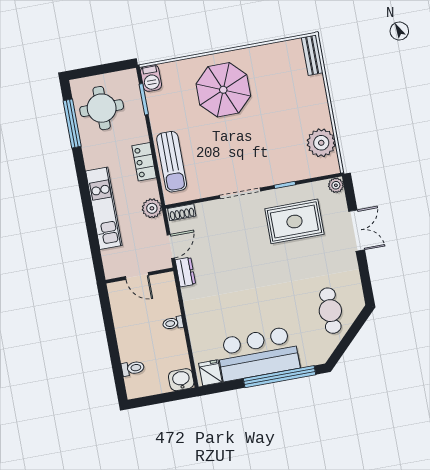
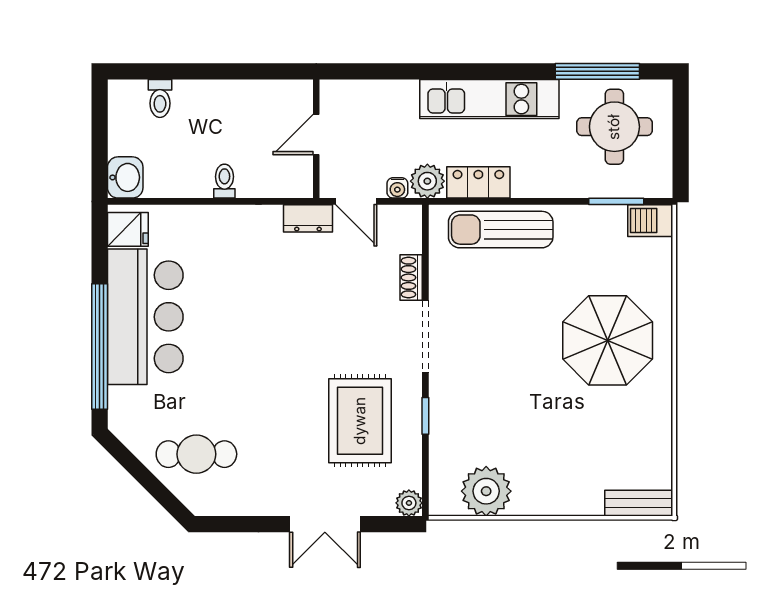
locker: (144, 162) -> (478, 182), moved
kitchen unit: (104, 208) -> (489, 99), moved
shoe rack: (182, 212) -> (411, 278), moved
water cooler: (159, 225) -> (397, 188), added

